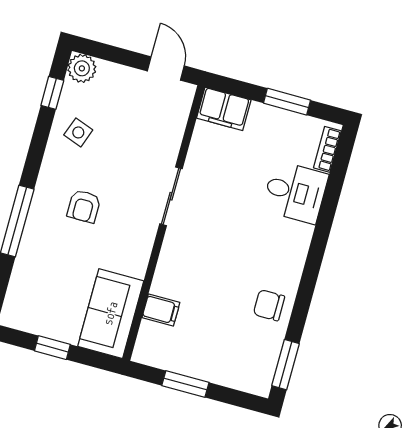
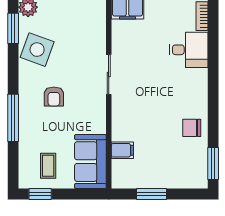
window: (52, 93) -> (13, 28), width x1.50
side table: (78, 132) -> (37, 50), width x1.87, depth x1.87
coffee table: (49, 303) -> (48, 166), added
window: (52, 348) -> (40, 194), moved

